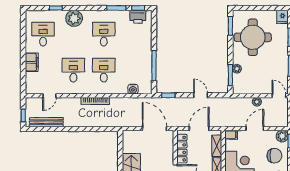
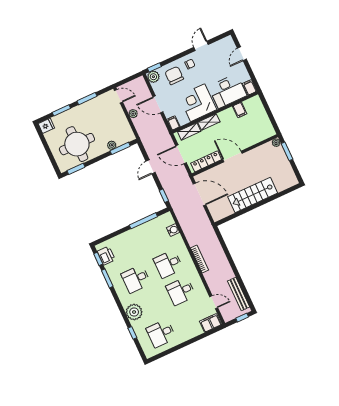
filing cabinet: (32, 62) -> (211, 323), moved
door: (279, 96) -> (119, 96), swing flipped
door: (154, 128) -> (199, 194), swing flipped

